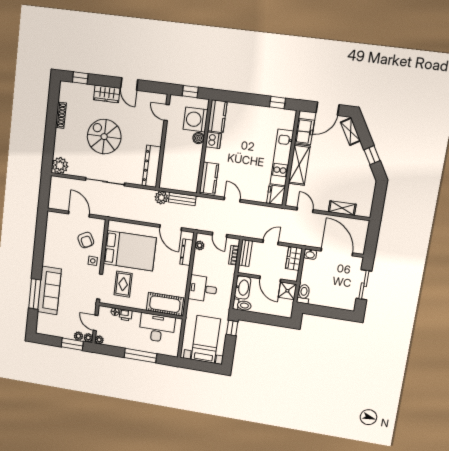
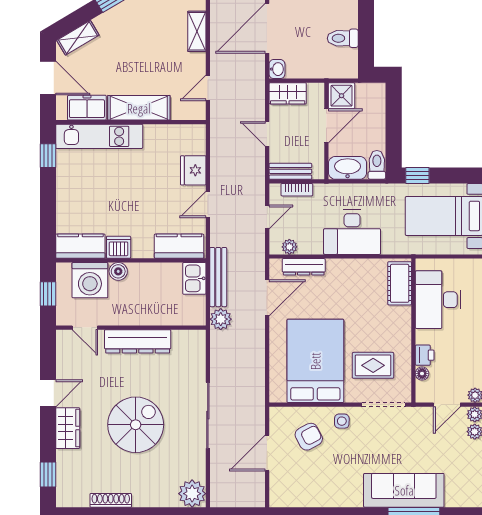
door: (167, 113) -> (85, 328), hinge flipped
spiral stairs: (104, 137) -> (136, 425), turned 180
kitchen unit: (282, 157) -> (99, 136), moved
dresser: (152, 166) -> (138, 341), moved
kitchen sink: (188, 185) -> (194, 278), added
fridge: (276, 195) -> (193, 170), moved, turned 90
bench: (182, 199) -> (218, 277), width x1.36
desk: (203, 289) -> (352, 232), width x1.37
toilet: (304, 294) -> (343, 38), moved
cot: (165, 304) -> (400, 283), width x0.73, depth x0.75

